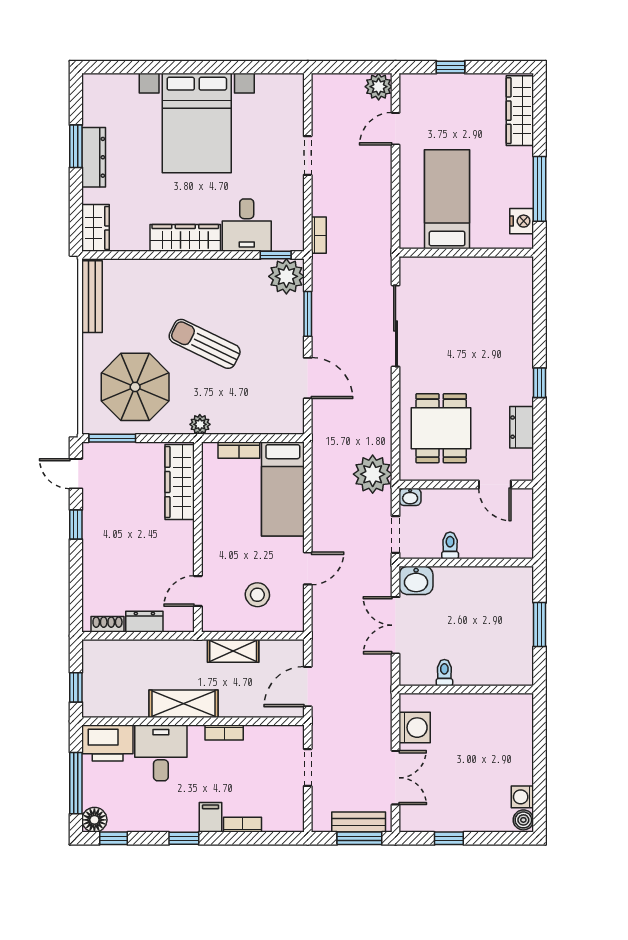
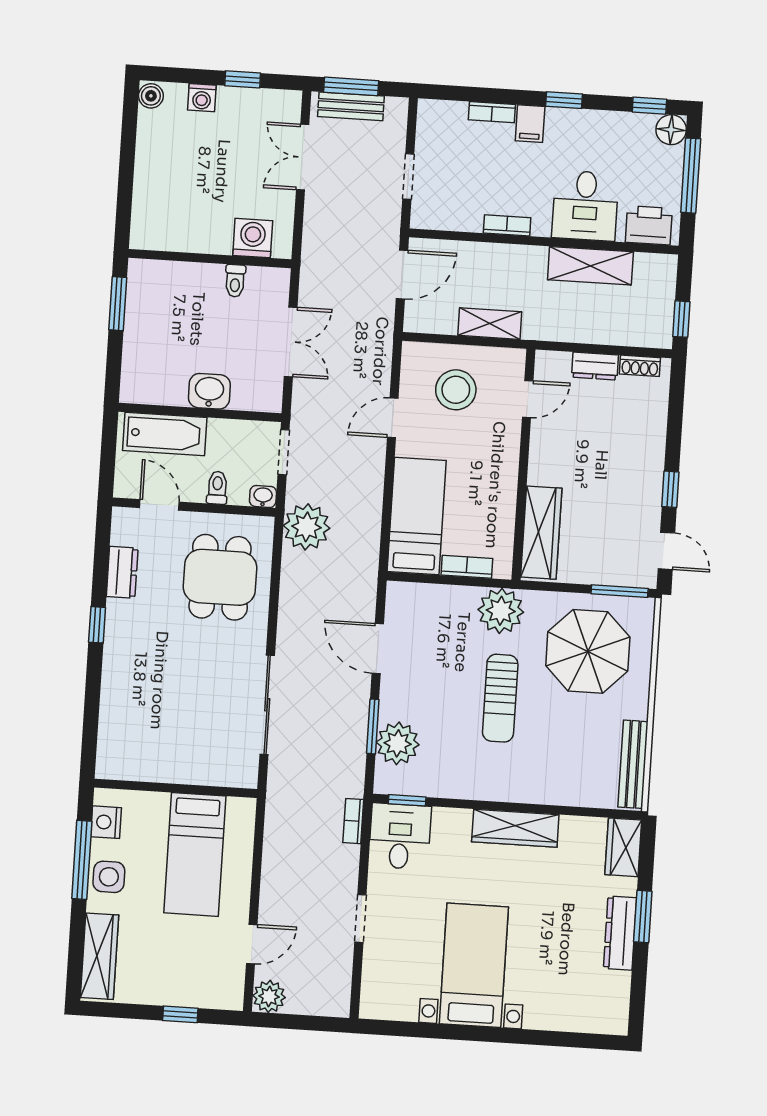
bed with nightstands: (197, 123) -> (474, 965), width x0.73
window: (76, 146) -> (643, 917), moved
side table: (516, 176) -> (109, 877), added
desk: (247, 225) -> (400, 836), moved
plant: (286, 276) -> (398, 743), moved
sun lounger: (205, 344) -> (500, 698), turned 64
plant: (200, 424) -> (501, 611), width x1.88, depth x1.88
bathtub: (494, 543) -> (165, 434), added
toilet: (450, 545) -> (217, 488), moved, turned 180
washbasin: (416, 580) -> (209, 391), moved
stool: (257, 595) -> (456, 390), width x1.38, depth x1.38
window: (540, 625) -> (118, 304), moved
window: (76, 687) -> (681, 319), moved
shelving: (183, 704) -> (590, 266), moved
washing machine: (415, 728) -> (253, 238), moved, turned 90
printer: (108, 743) -> (649, 225), width x0.73, depth x0.84
washing machine: (522, 797) -> (202, 98), moved, turned 90

